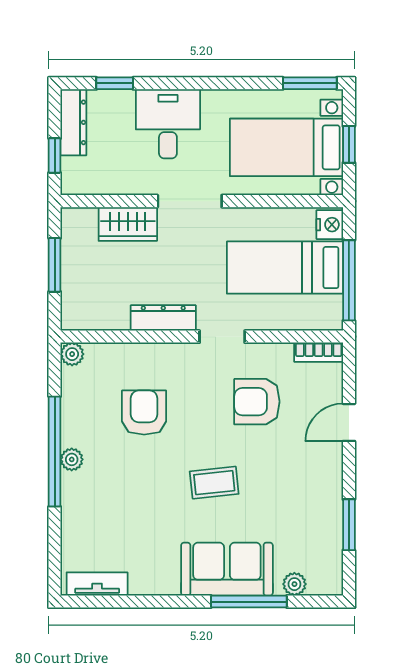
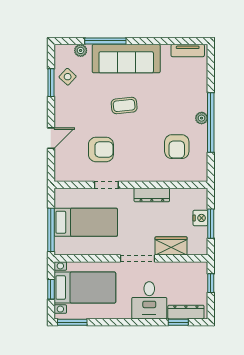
dresser: (73, 122) -> (186, 312), moved, turned 90
nightstand: (330, 225) -> (200, 218), moved, turned 180
window: (349, 280) -> (51, 230), moved
doorway: (222, 337) -> (106, 185), moved
bookcase: (319, 352) -> (67, 176), removed
plant: (72, 354) -> (201, 175), removed
armchair: (144, 413) -> (177, 147), moved
side table: (318, 536) -> (68, 77), added
sofa: (227, 569) -> (126, 59), width x1.36

